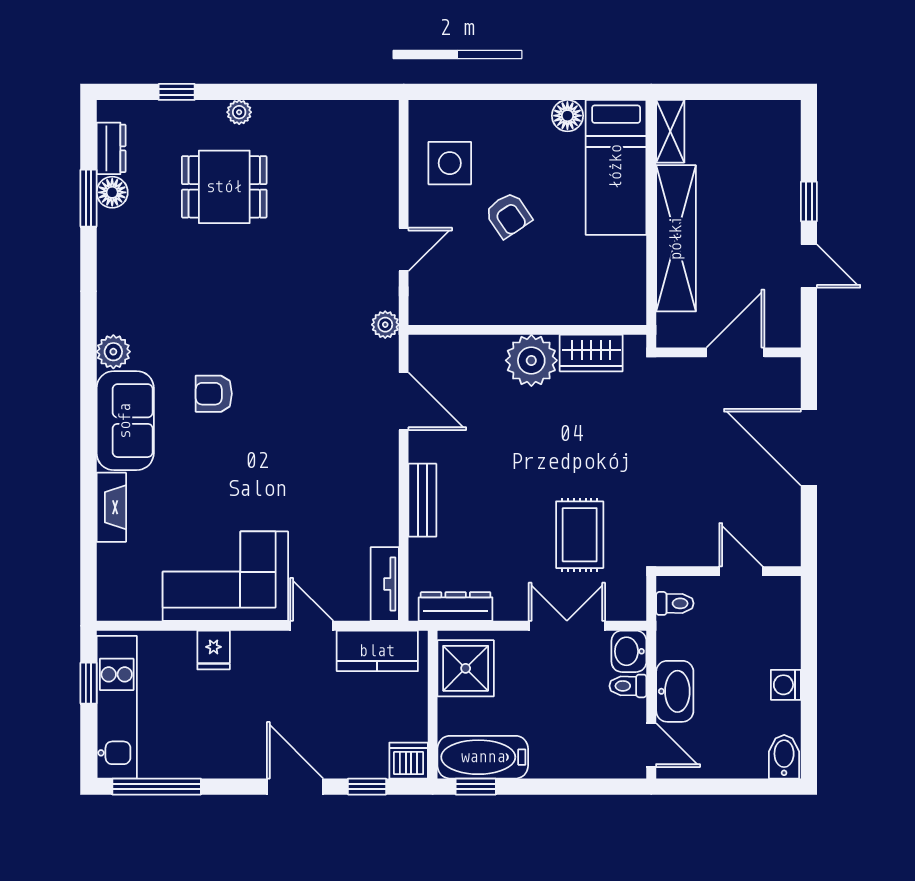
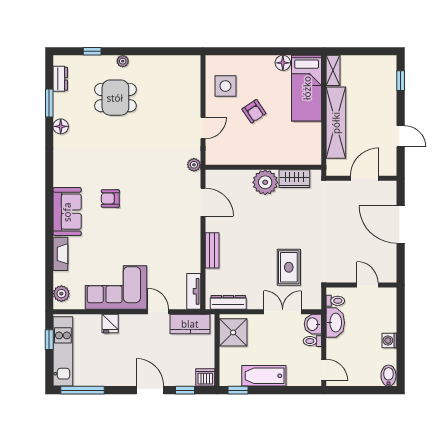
floor lamp: (112, 192) -> (61, 126), moved
window: (809, 201) -> (401, 81), moved
plant: (113, 352) -> (61, 294), moved
washbasin: (675, 691) -> (335, 323), moved
bathtub: (483, 757) -> (264, 376), moved

